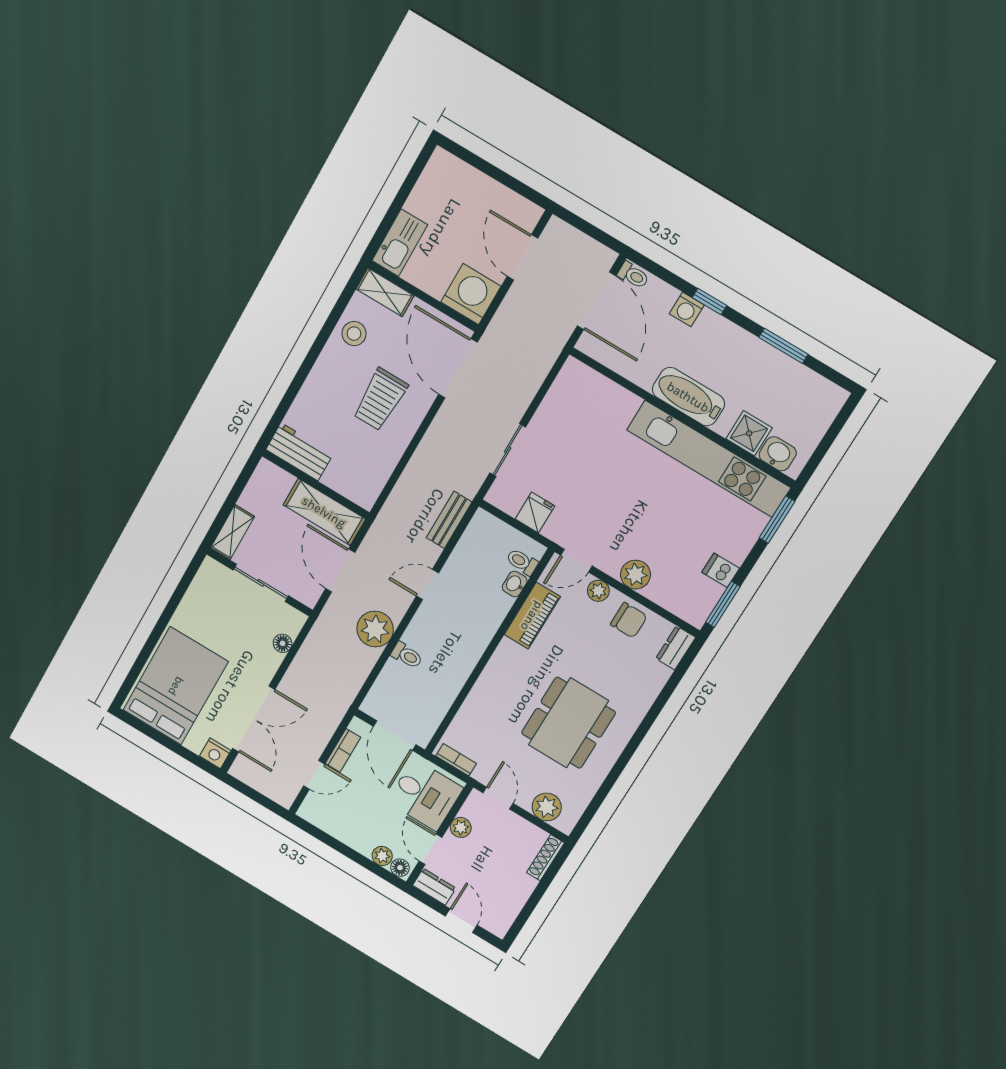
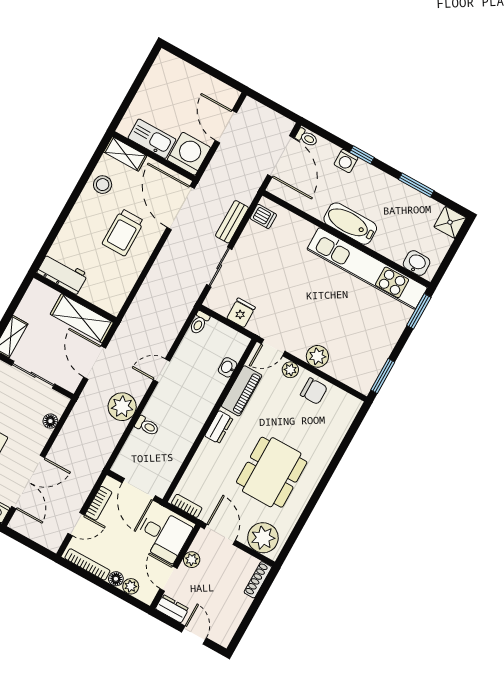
kitchen sink: (400, 243) -> (152, 139), moved, turned -90
shower: (749, 433) -> (450, 222), moved
bench: (449, 520) -> (232, 222), moved
toilet: (522, 562) -> (199, 323), moved, turned -90
dishwasher: (721, 570) -> (263, 216), moved, turned 180
dresser: (676, 648) -> (219, 427), moved, turned 180
door: (498, 798) -> (220, 534), width x1.37
plant: (547, 807) -> (263, 538), width x1.36, depth x1.36
bookcase: (328, 826) -> (87, 564), added
floor lamp: (400, 868) -> (116, 579), moved

